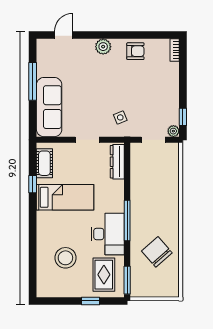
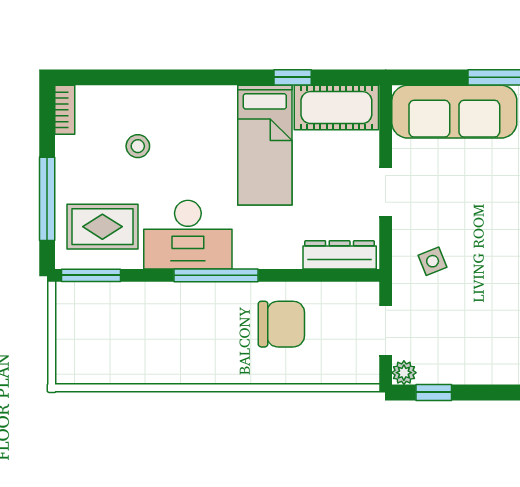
cot: (44, 163) -> (336, 108), width x1.37, depth x1.34
chair: (157, 252) -> (281, 324), moved, turned 41
stool: (65, 258) -> (138, 146), width x0.53, depth x0.53
bookcase: (48, 293) -> (65, 110), added
window: (91, 301) -> (47, 199), width x2.17

